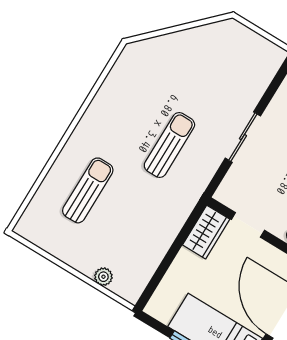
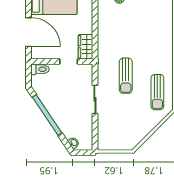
sun lounger: (88, 190) -> (157, 92), moved

